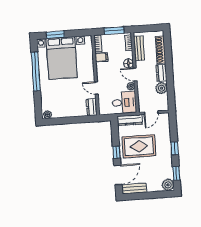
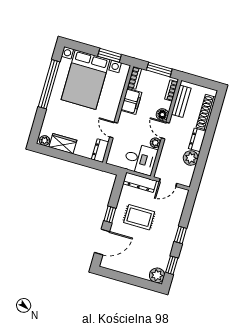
window: (55, 35) -> (110, 55), moved
filing cabinet: (101, 57) -> (131, 101), width x2.00
wardrobe: (62, 112) -> (63, 144), added
rug: (139, 146) -> (139, 217), width x0.73, depth x0.70
bench: (134, 189) -> (115, 265), removed

